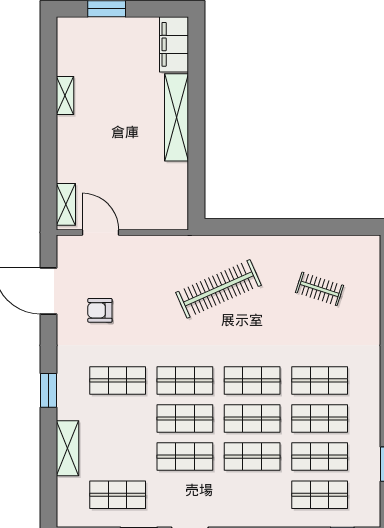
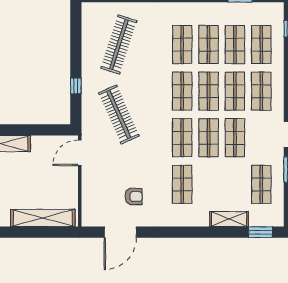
shelving: (66, 204) -> (43, 218), width x2.20, depth x1.33
window: (260, 227) -> (76, 86), added
door: (100, 232) -> (80, 153), moved
clothes rail: (320, 289) -> (119, 45), width x1.86, depth x1.31
armchair: (100, 310) -> (134, 197), turned -90
window: (48, 390) -> (260, 232), moved
shop shelf: (252, 495) -> (261, 91), added

